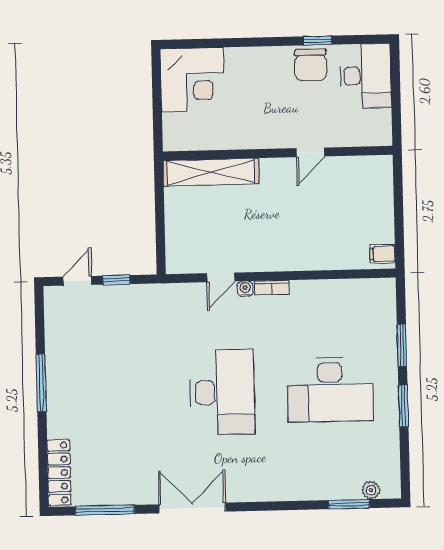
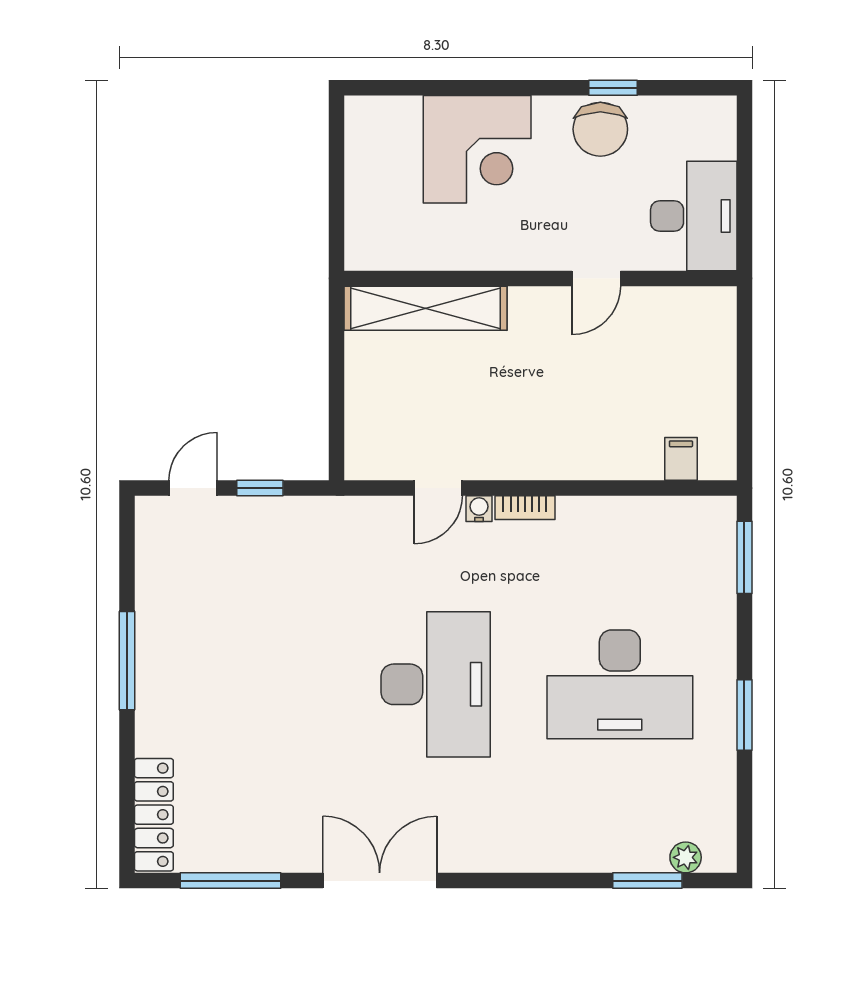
desk: (366, 76) -> (694, 216), moved
corner desk: (193, 80) -> (477, 149), moved
filing cabinet: (383, 254) -> (681, 459), moved, turned 90
window: (402, 345) -> (744, 557), moved

